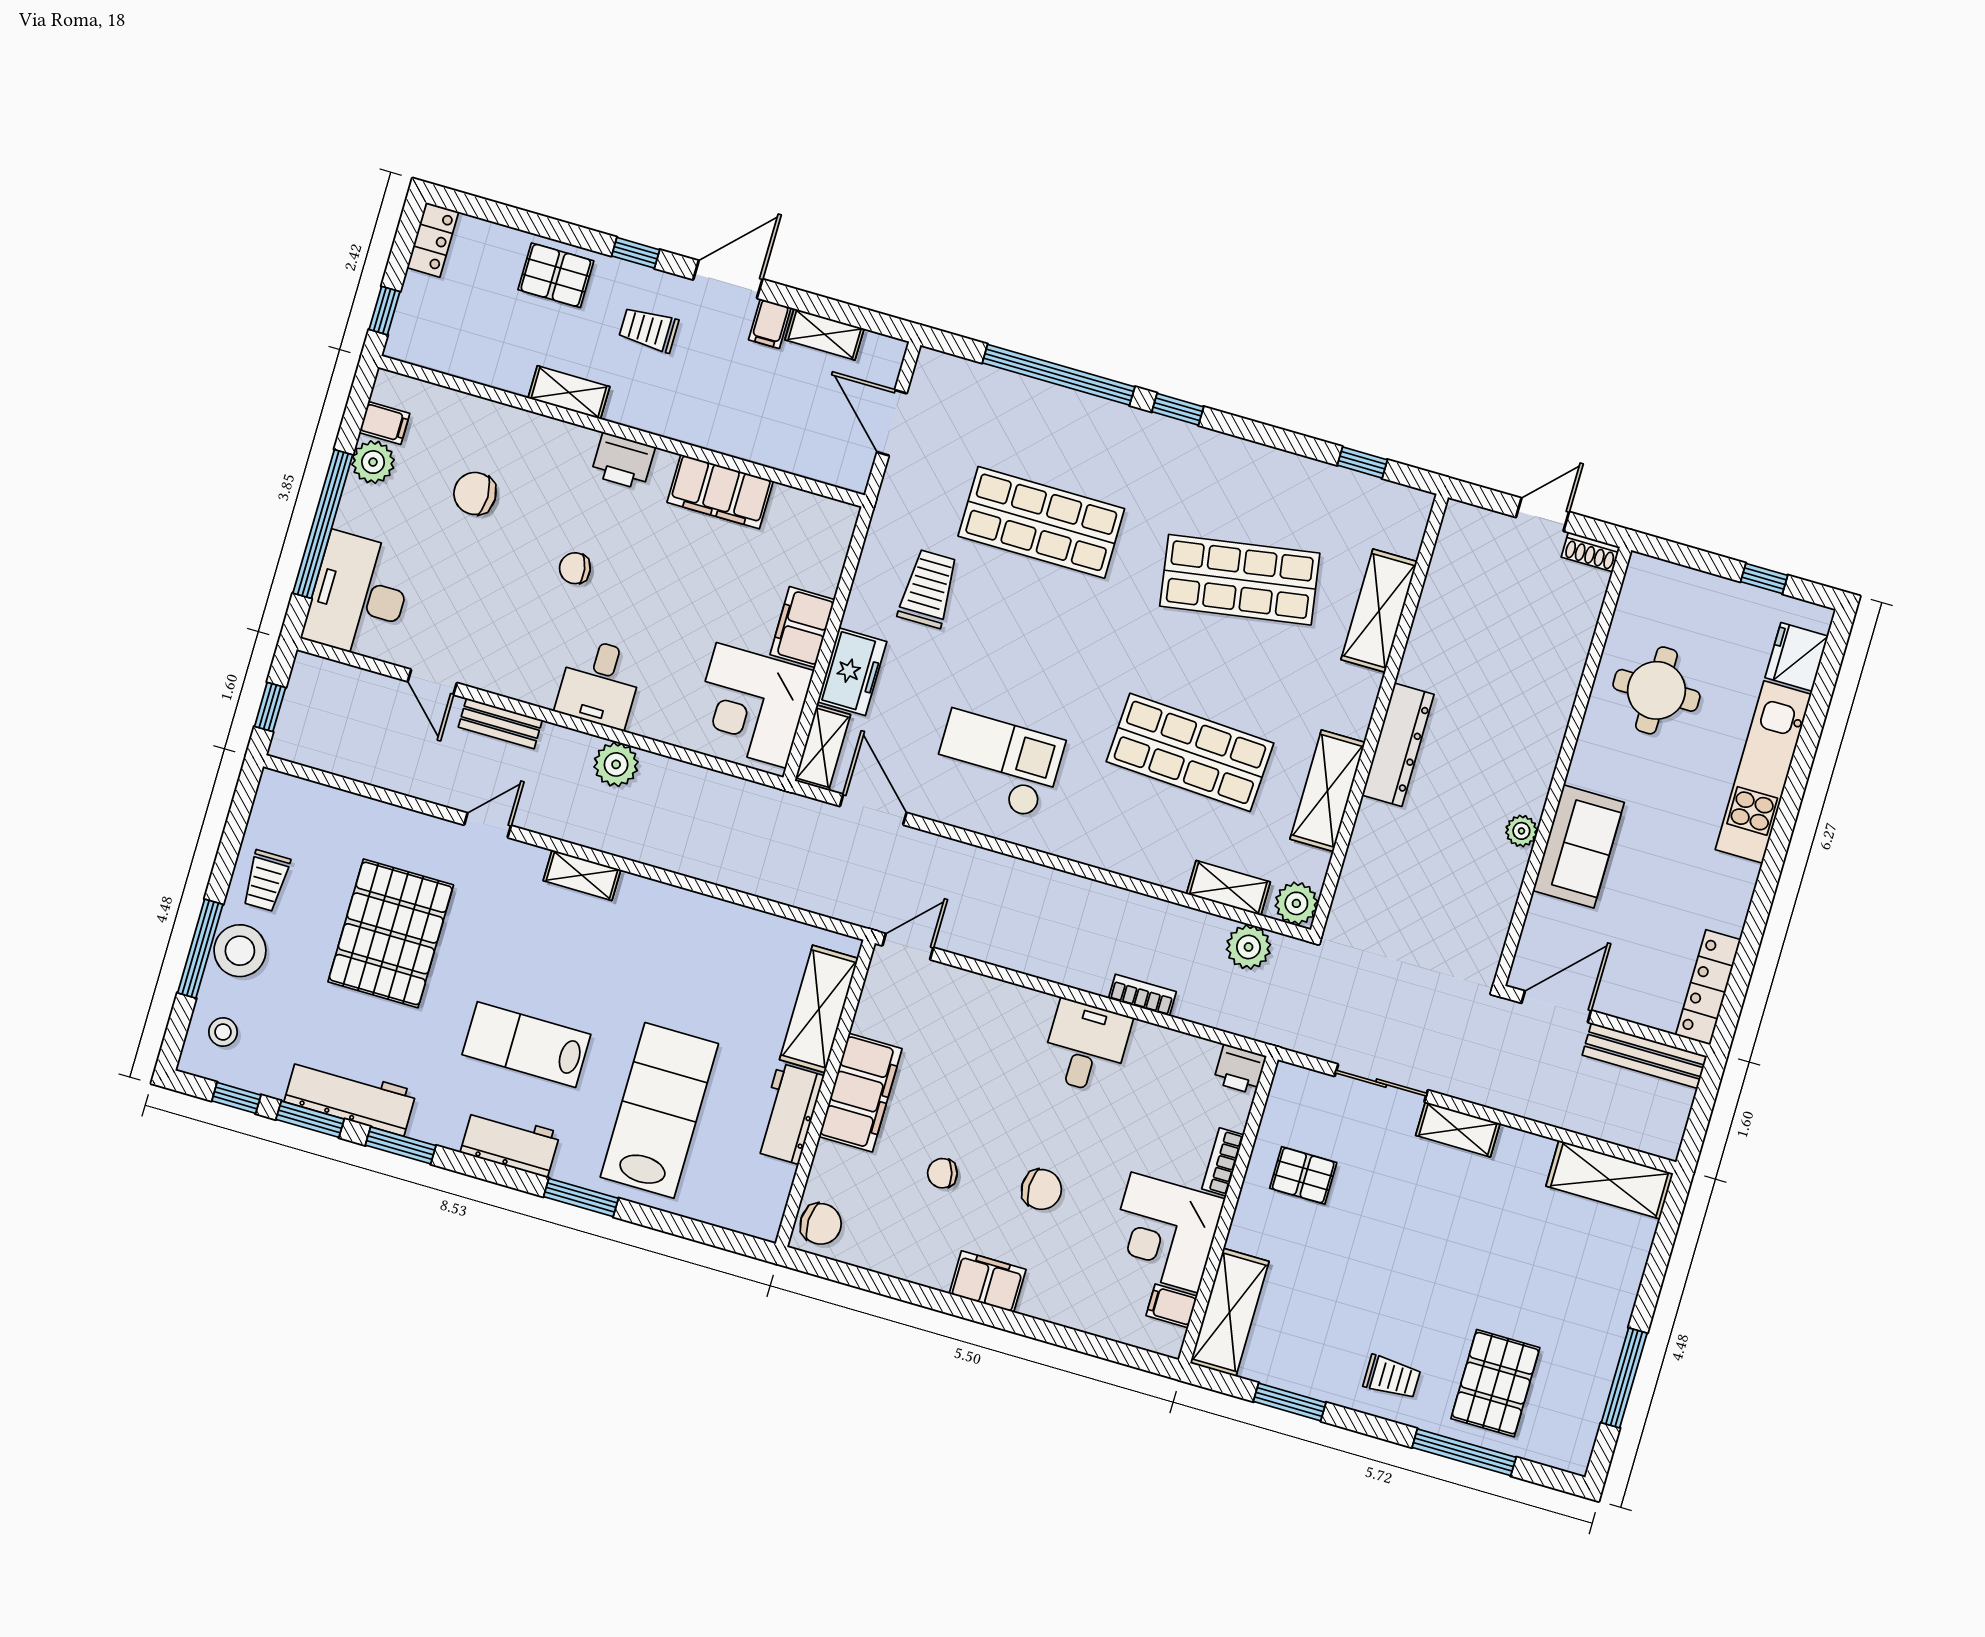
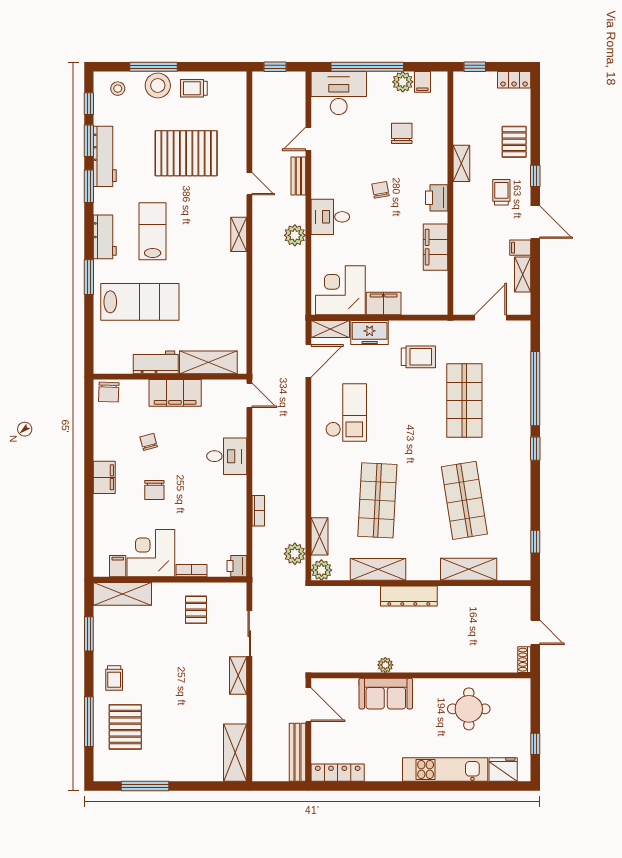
desk: (1086, 1047) -> (227, 456), moved
pallet: (1495, 1383) -> (125, 727), turned 90

